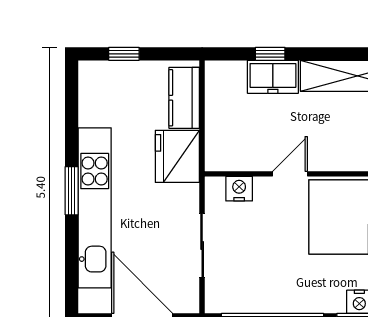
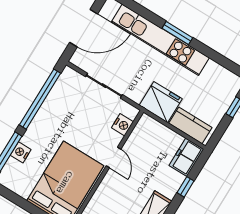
freezer: (273, 77) -> (186, 157), moved

